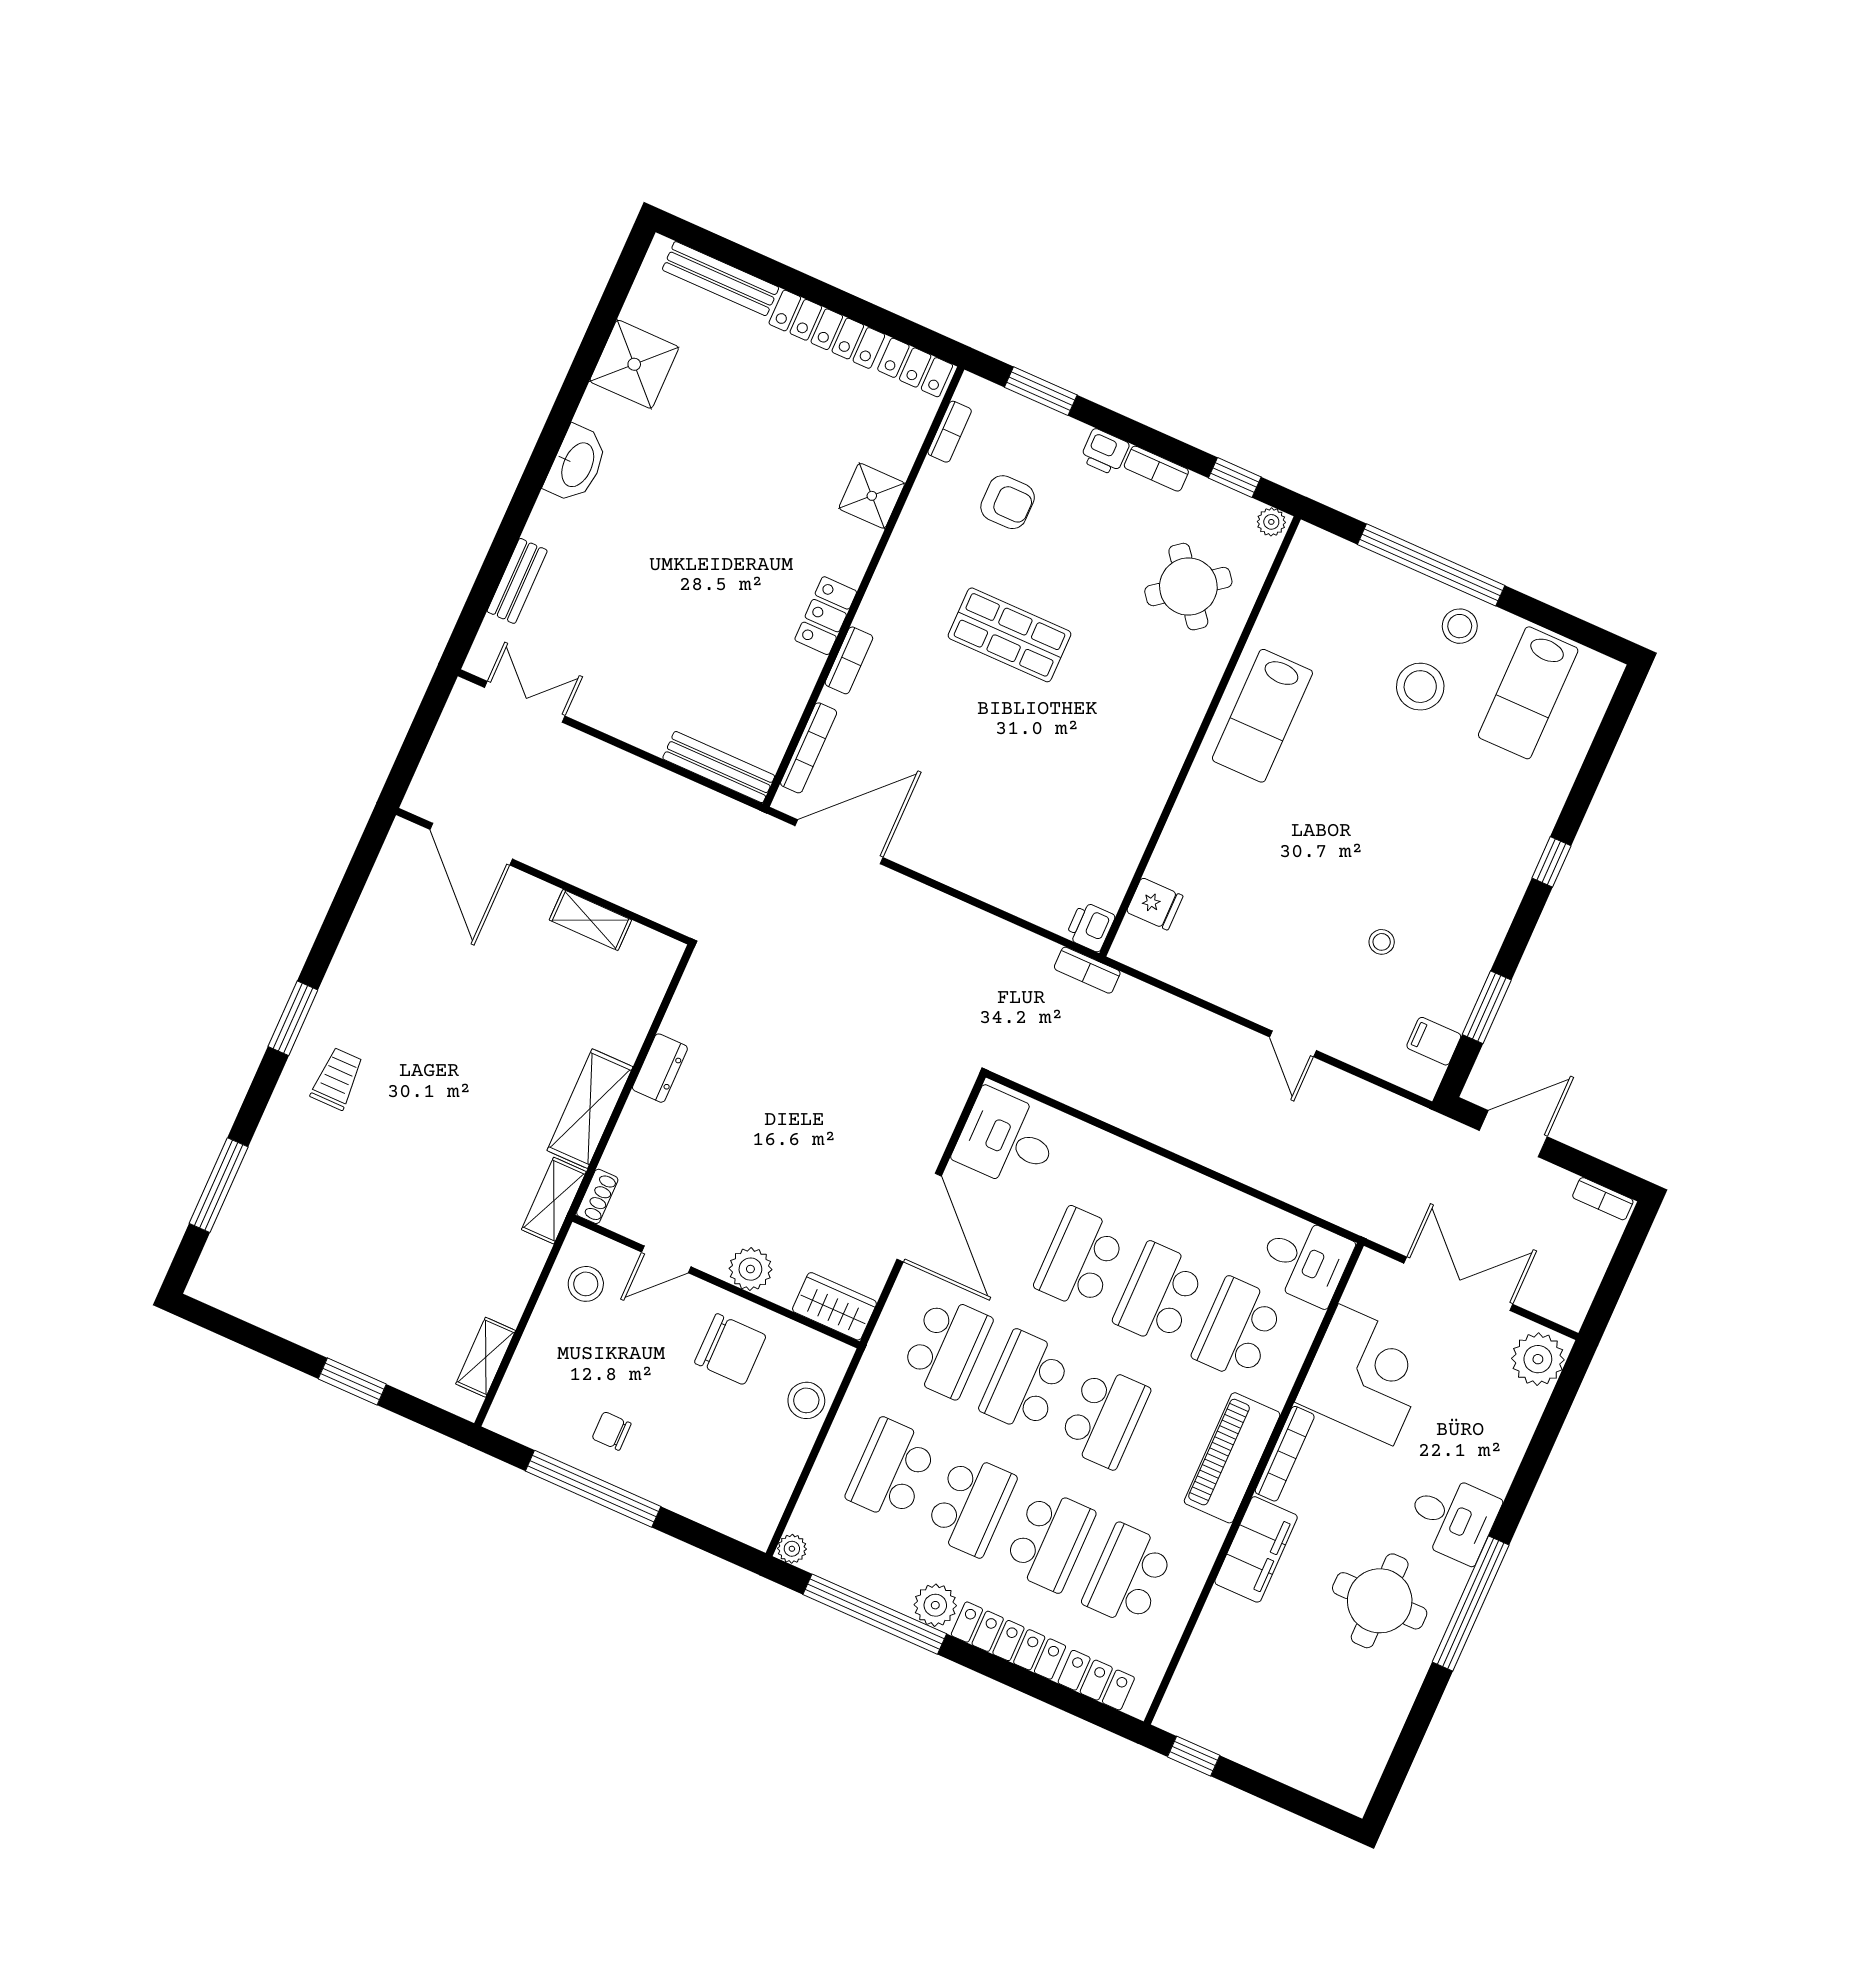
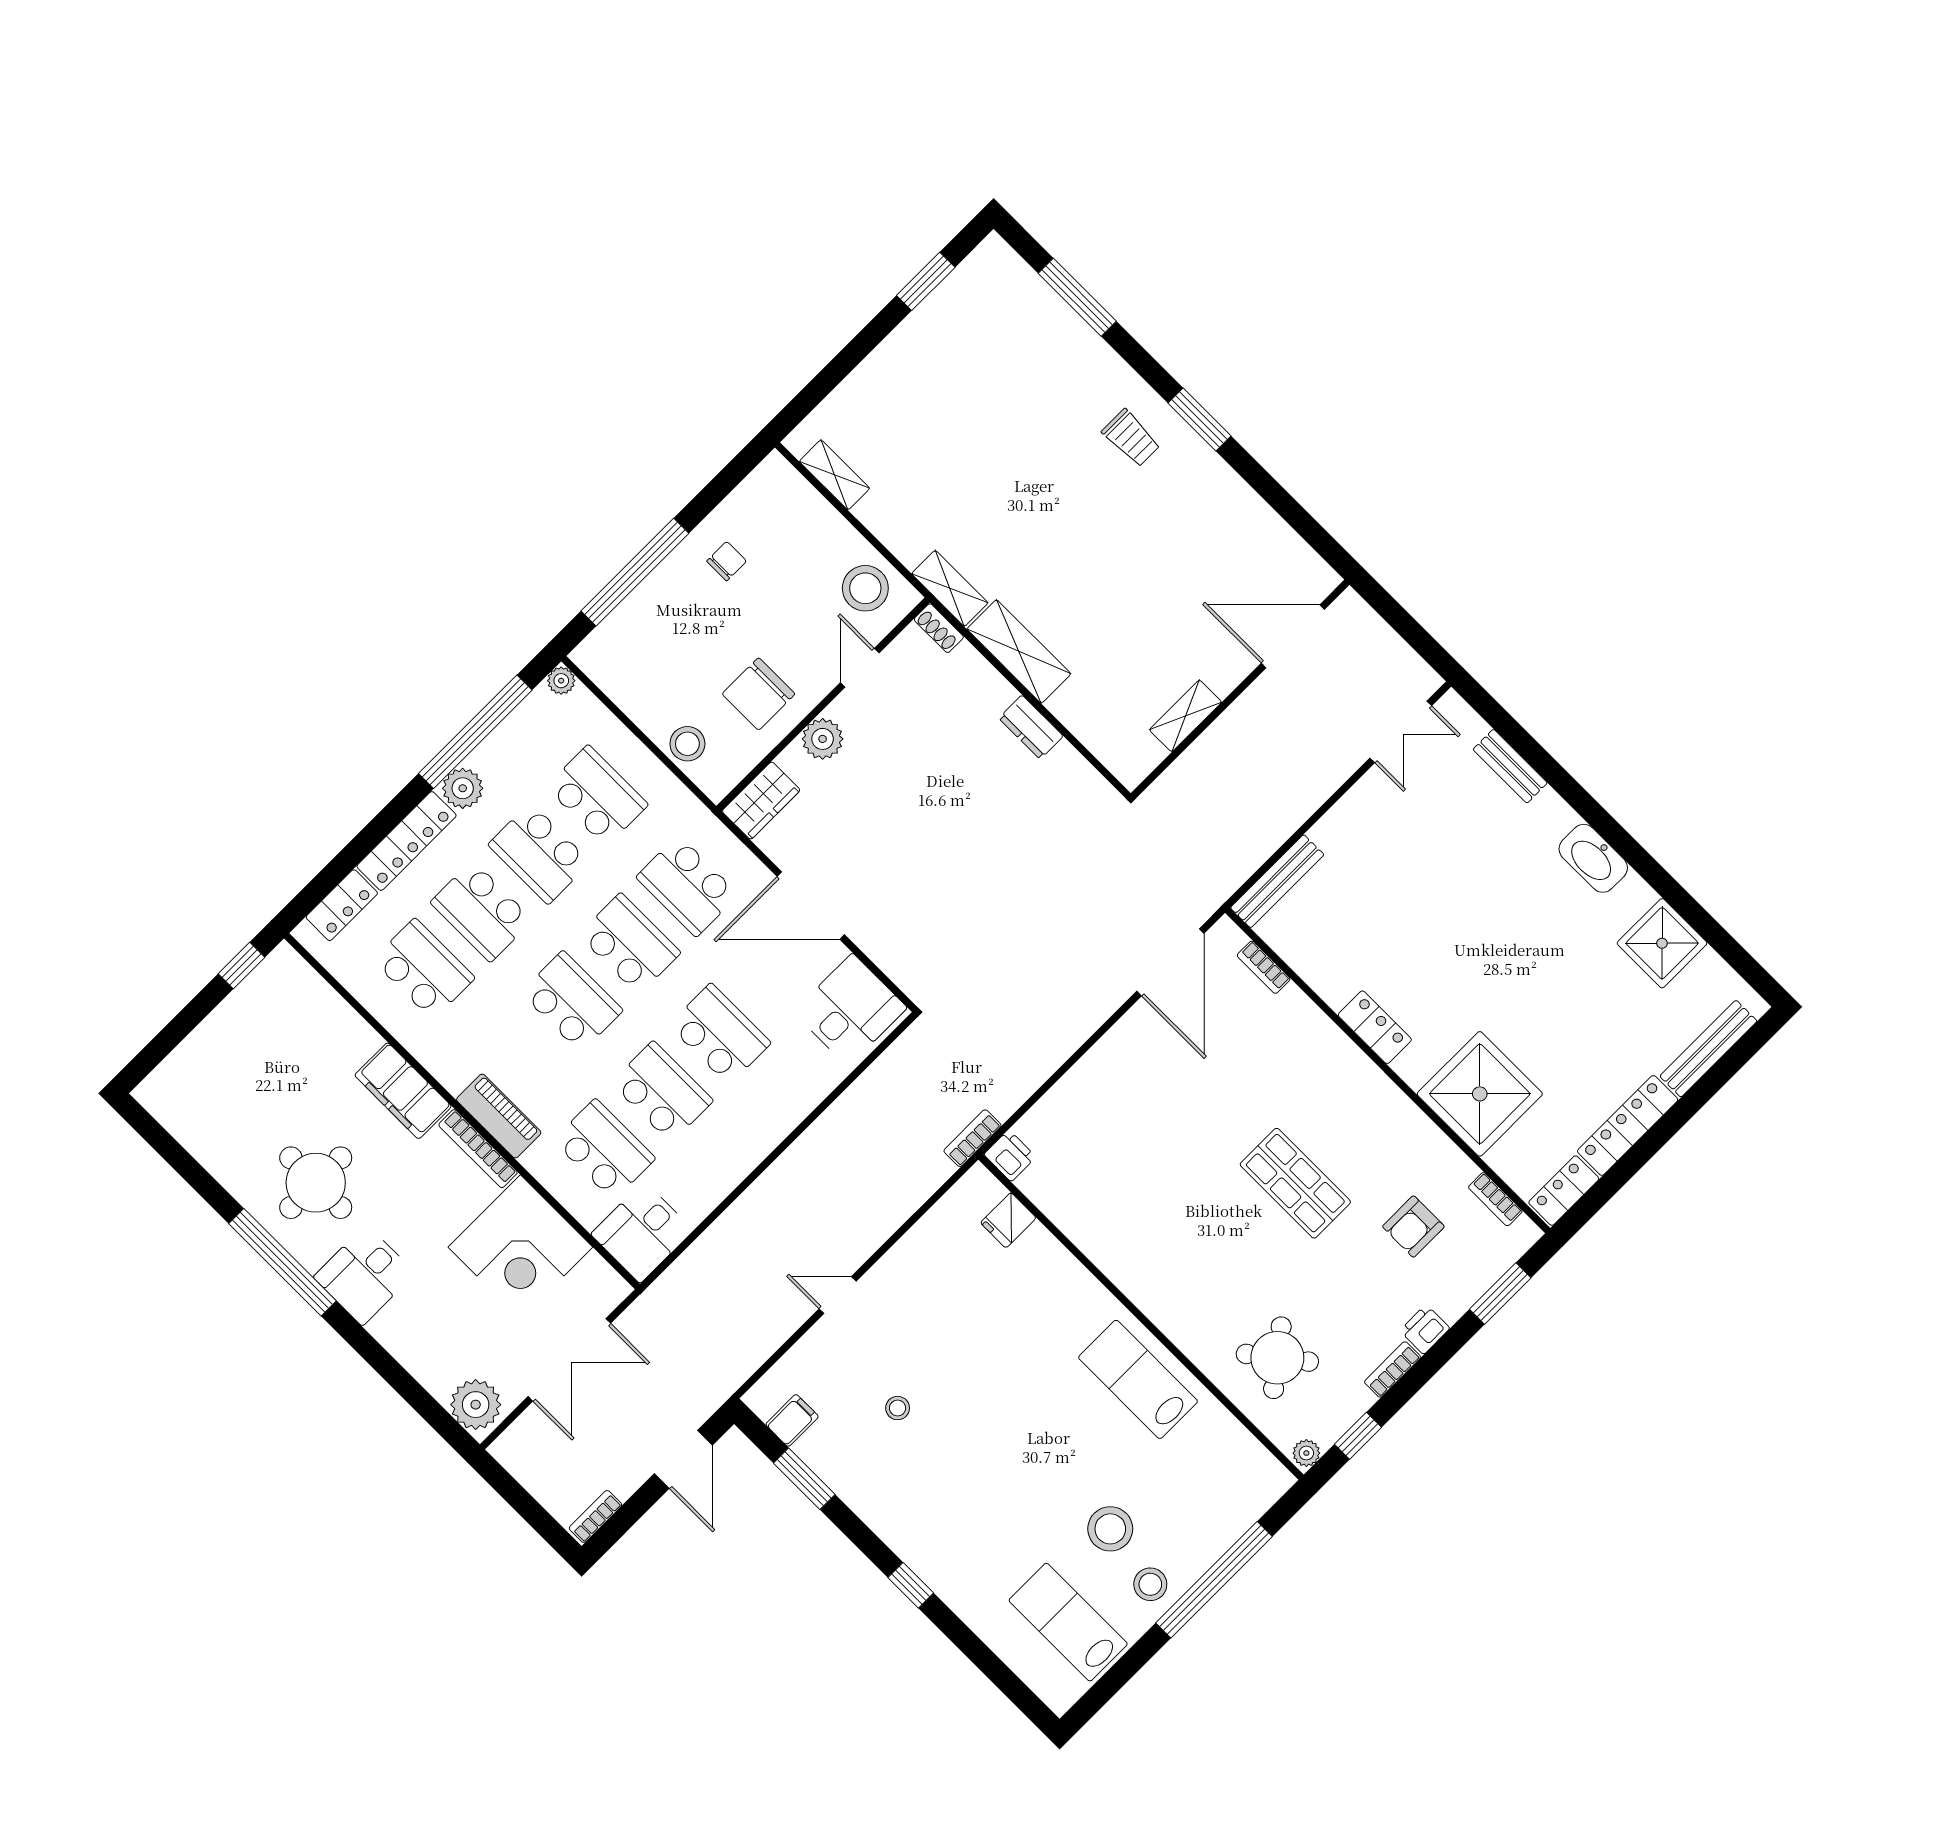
shower: (872, 496) -> (1480, 1094), width x1.86, depth x1.86
shop shelf: (1010, 635) -> (1295, 1183), turned 90
bookcase: (849, 660) -> (1327, 1033), removed
bookcase: (809, 748) -> (1264, 967), width x0.64
stool: (586, 1284) -> (865, 588), width x1.38, depth x1.38
window: (352, 1382) -> (926, 281), moved
school desk: (1104, 1417) -> (572, 1001), turned 180
piano: (1232, 1458) -> (499, 1116), width x0.73, depth x0.75
window: (593, 1489) -> (635, 572), moved

